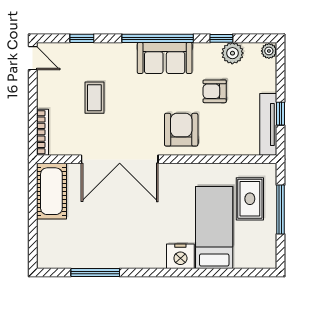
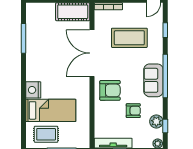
window: (221, 38) -> (165, 126), moved
armchair: (215, 91) -> (133, 111), turned 90
coffee table: (94, 98) -> (129, 38), width x1.86, depth x1.72
rug: (250, 199) -> (46, 134), moved

